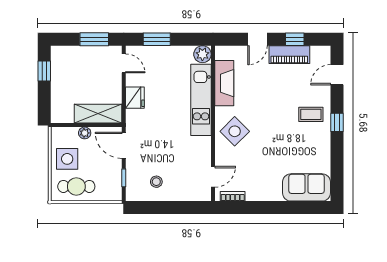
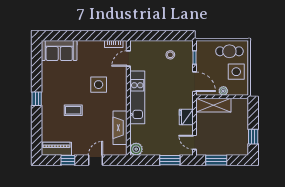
piano: (289, 55) -> (56, 149), moved
door: (337, 75) -> (37, 134), removed
kitchen unit: (201, 100) -> (137, 97), moved
coffee table: (311, 114) -> (73, 110), moved
side table: (235, 131) -> (99, 85), moved, turned 45

